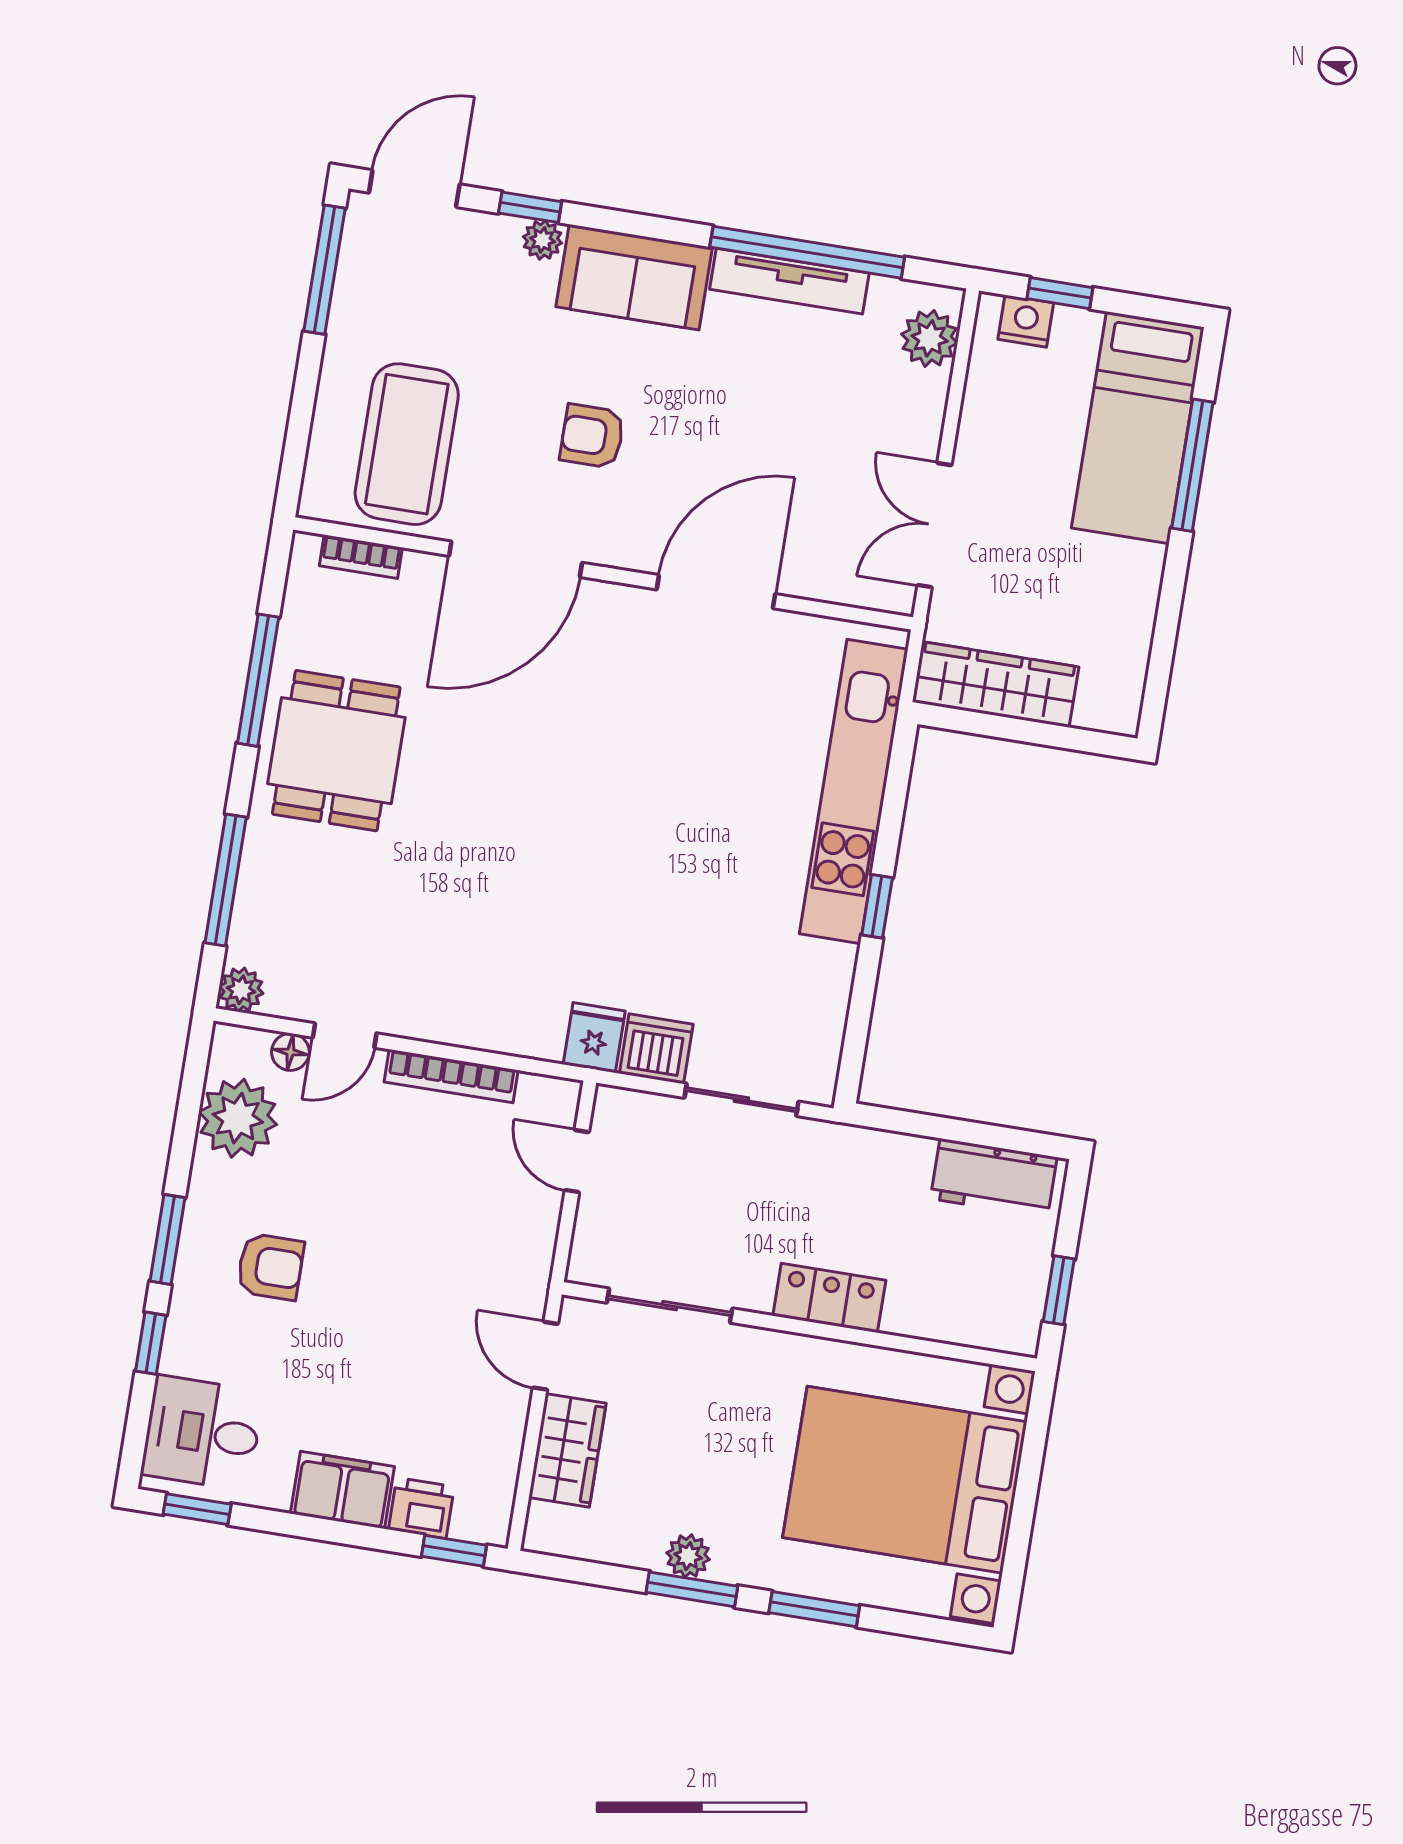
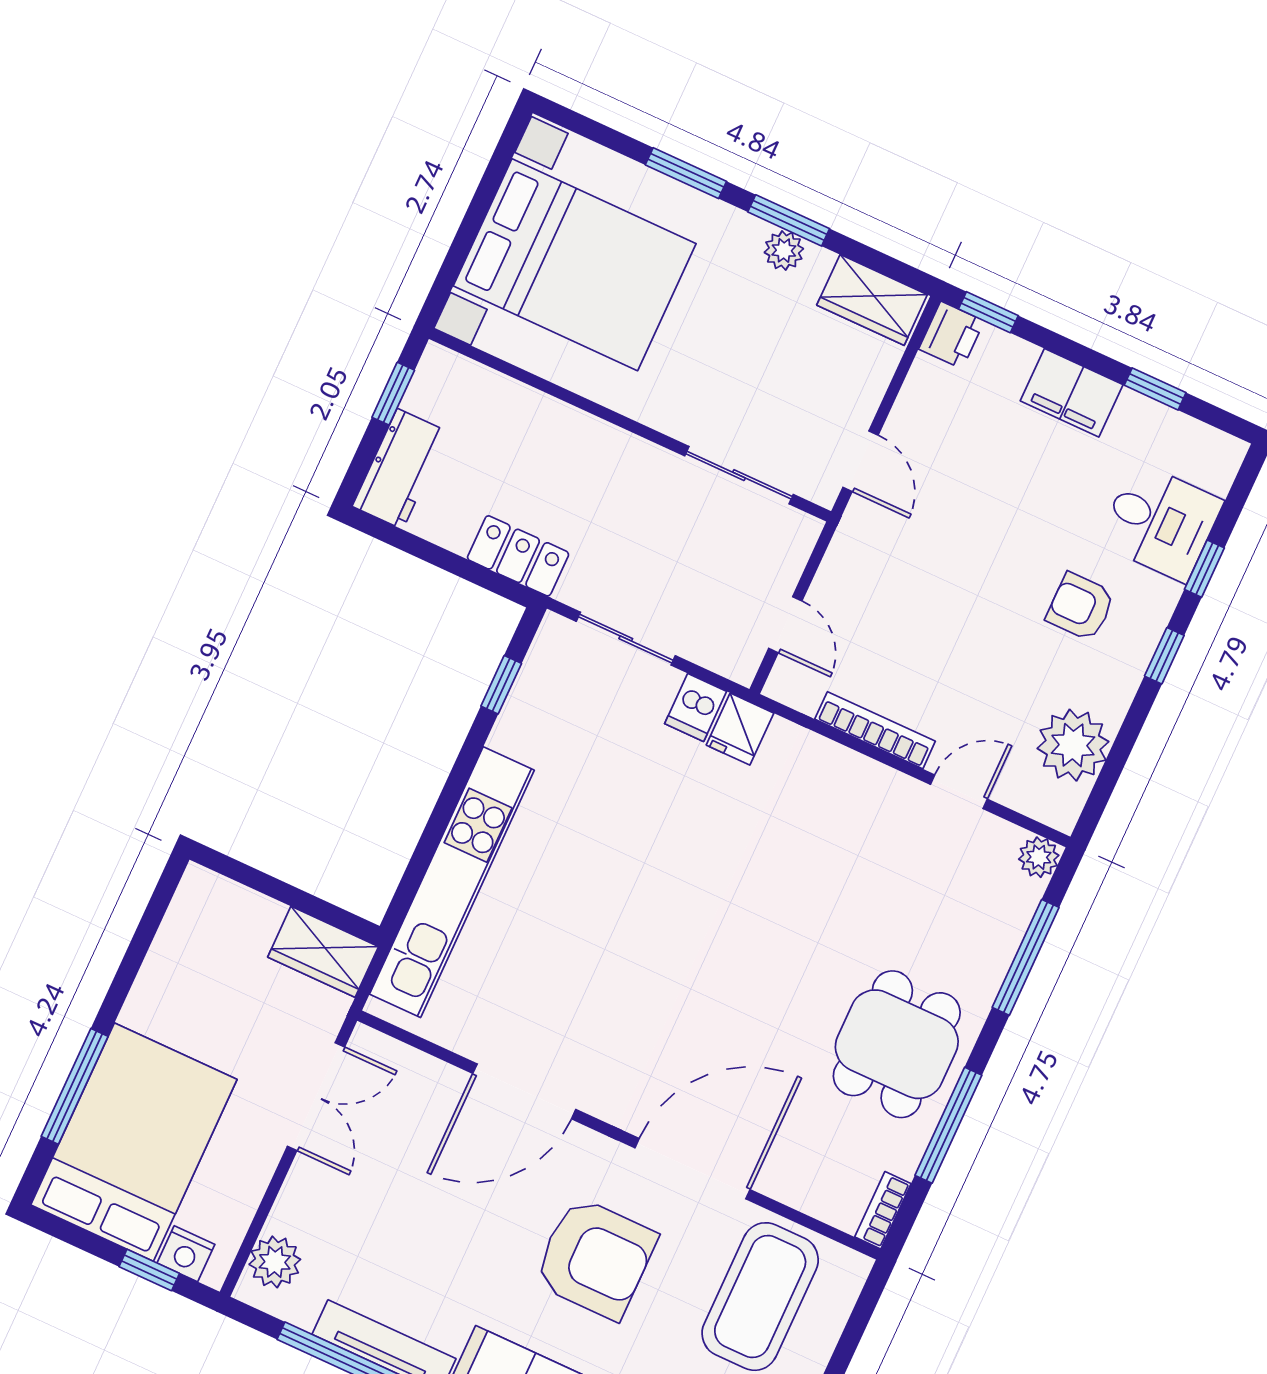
bed: (1138, 428) -> (134, 1142), width x1.50
armchair: (592, 436) -> (595, 1258), width x1.88, depth x1.88
bookcase: (361, 557) -> (883, 1210), moved, turned -90
wardrobe: (996, 684) -> (323, 952), width x0.67
window: (877, 906) -> (501, 685), moved
dishwasher: (656, 1049) -> (696, 707), width x0.73
floor lamp: (290, 1052) -> (1011, 791), removed
workbench: (994, 1178) -> (400, 469), moved, turned 90
window: (167, 1239) -> (1164, 656), width x0.67
locker: (829, 1298) -> (518, 556), moved, turned 180
desk: (202, 1433) -> (1160, 522), moved
wardrobe: (567, 1450) -> (872, 300), moved, turned -90
printer: (421, 1508) -> (951, 335), moved, turned -90
window: (197, 1509) -> (1155, 389), moved

